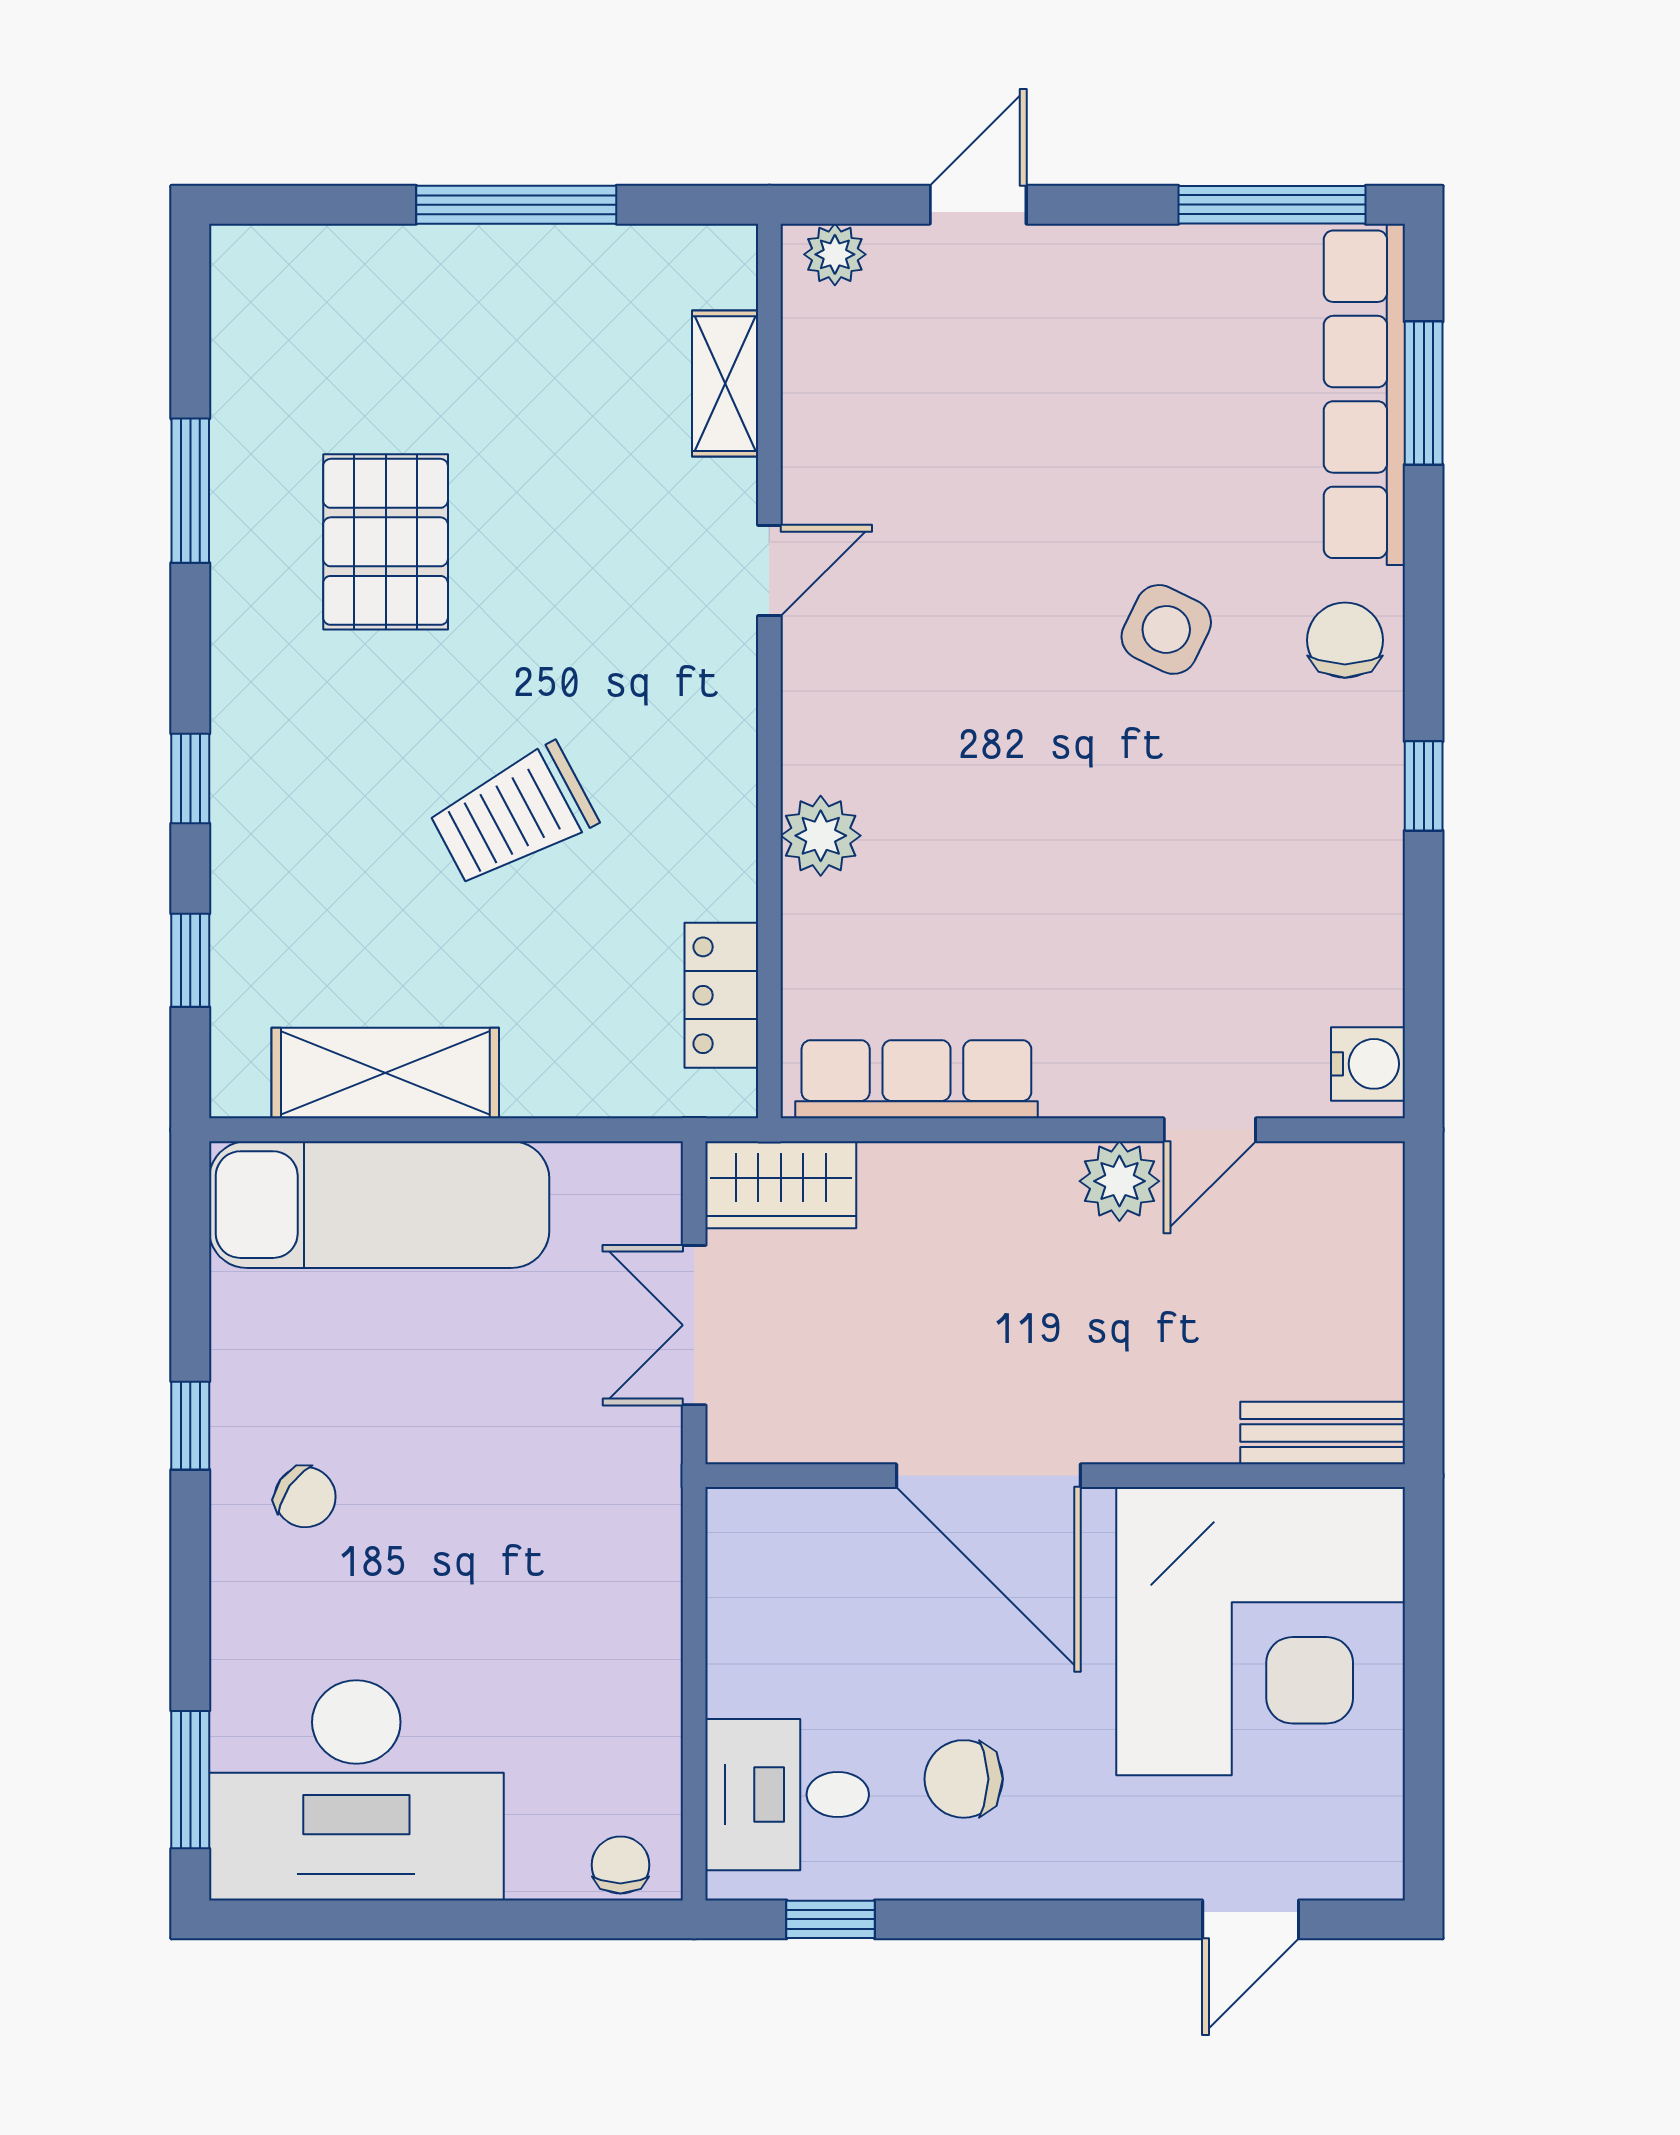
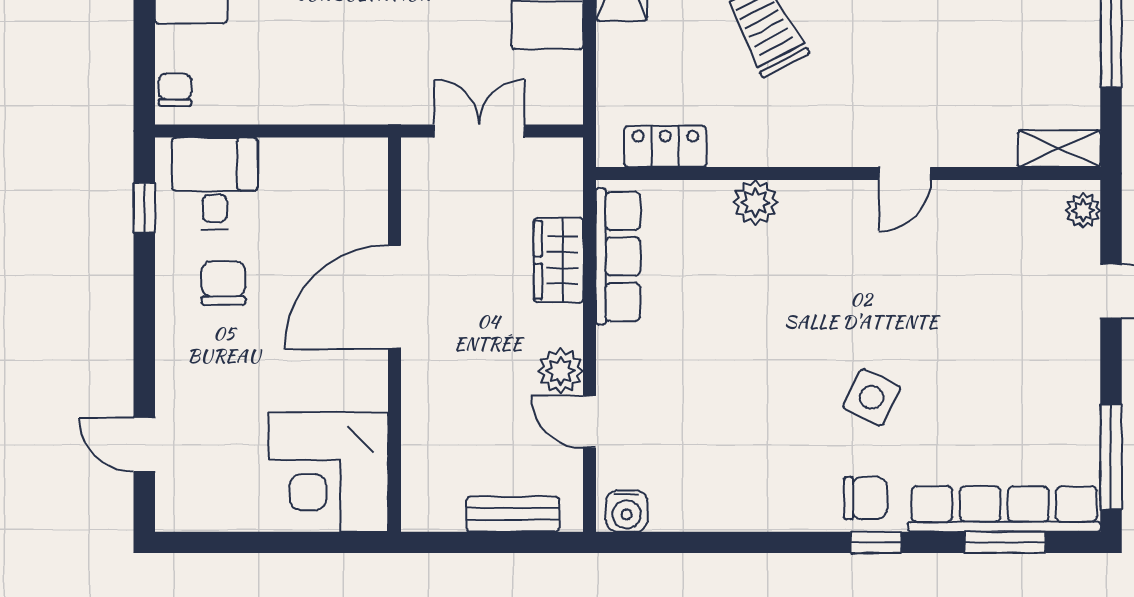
shelving: (725, 384) -> (1059, 149), moved
door: (769, 570) -> (905, 173), hinge flipped
window: (1424, 786) -> (876, 542), moved
wardrobe: (781, 1185) -> (559, 260), moved
bench: (1323, 1433) -> (513, 514), moved, turned 90
corner desk: (1261, 1631) -> (328, 472), width x0.74, depth x0.74
chair: (620, 1865) -> (175, 90), turned -90

